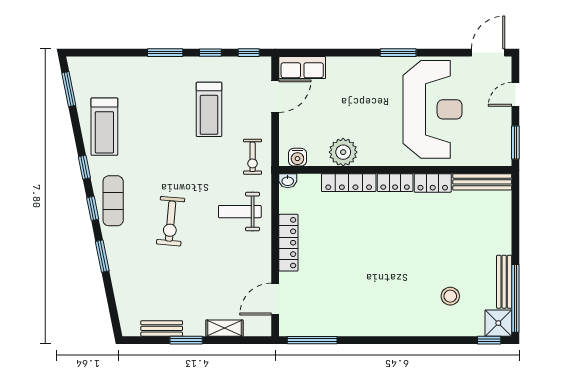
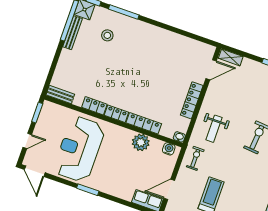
door: (488, 53) -> (35, 171), hinge flipped
bench: (482, 182) -> (60, 95), width x0.73
weight bench: (240, 212) -> (214, 129), turned 90
shelving: (225, 328) -> (231, 57), moved
window: (312, 340) -> (124, 12), moved

